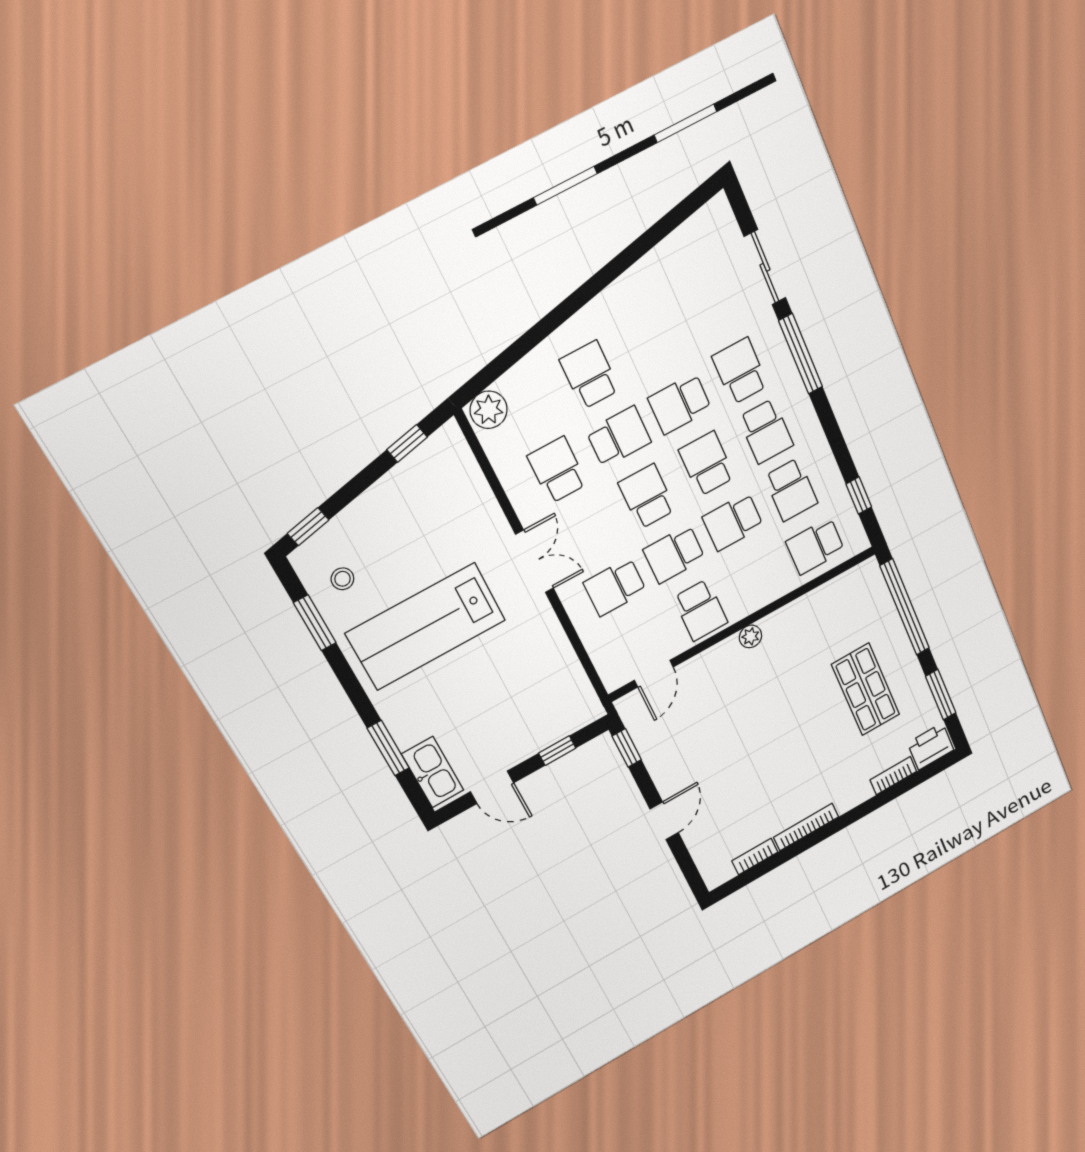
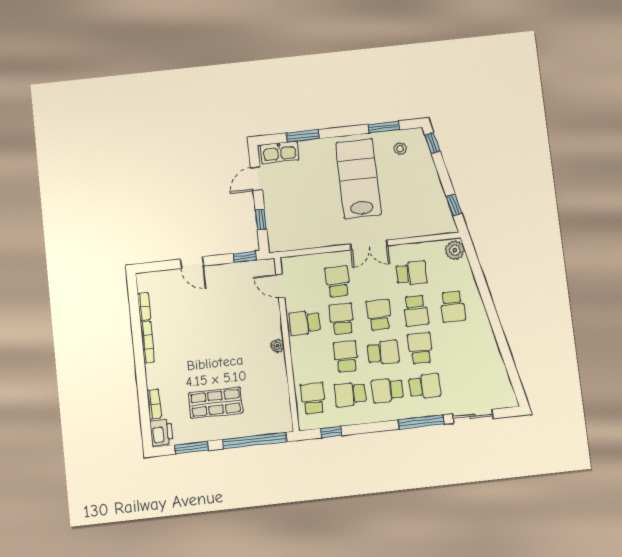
school desk: (590, 375) -> (453, 307), turned 90
school desk: (647, 496) -> (379, 315), turned -90

